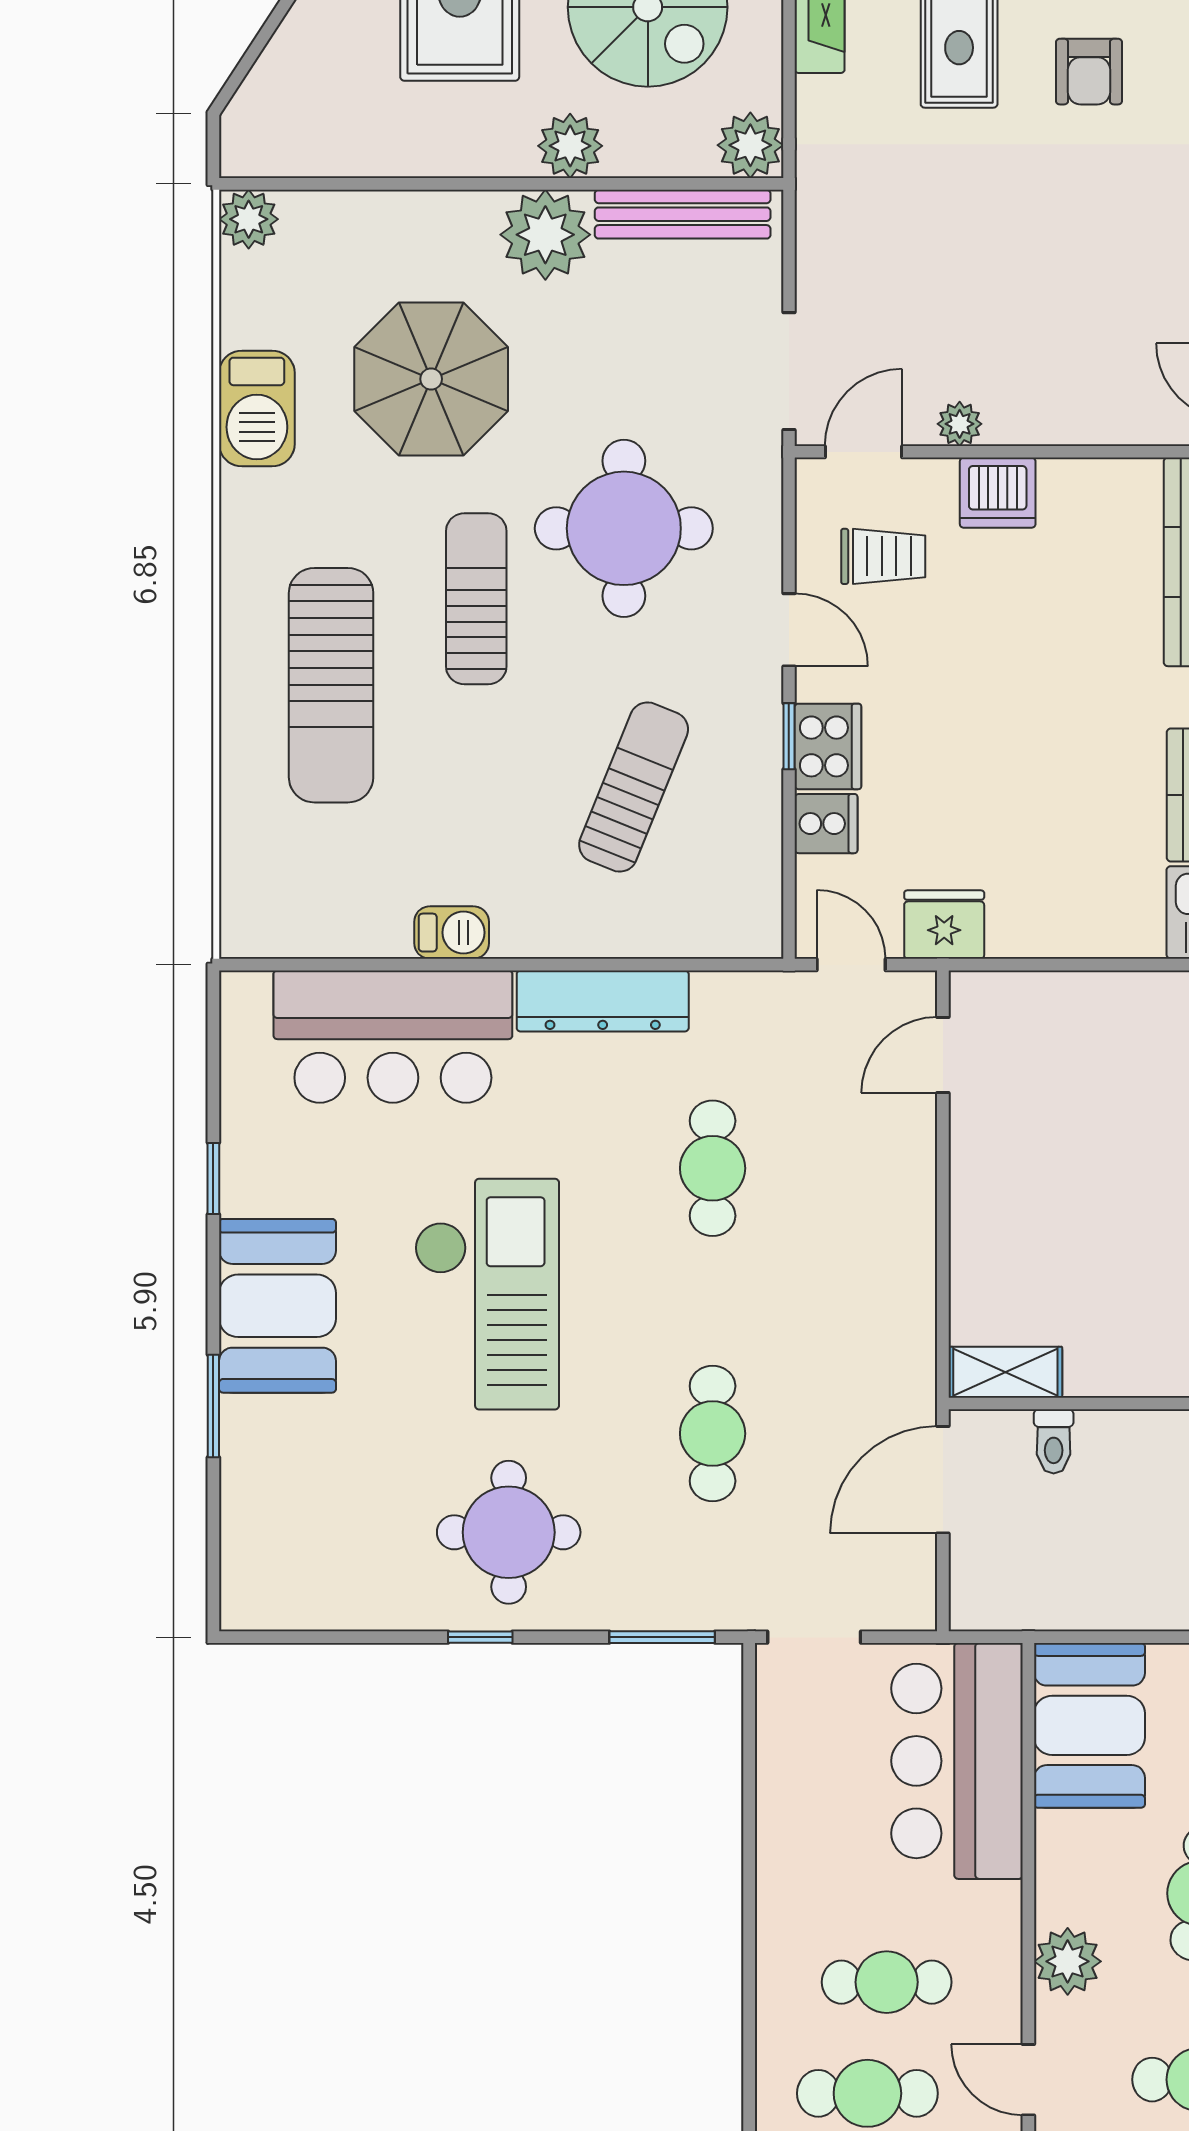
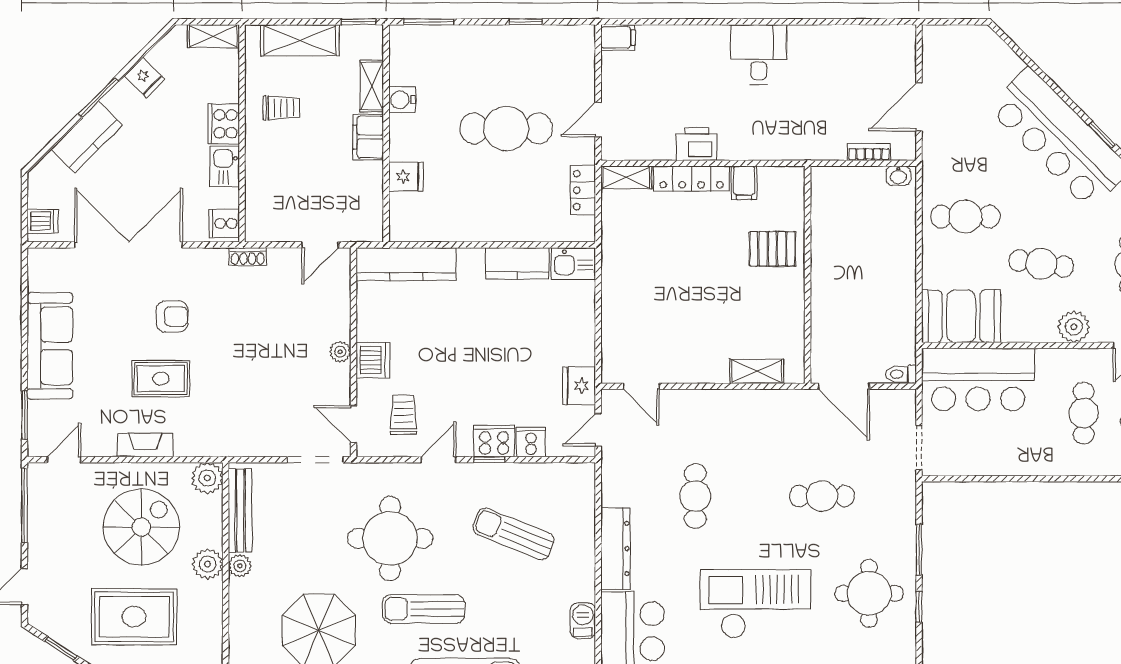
plant: (545, 235) -> (240, 566), width x0.53, depth x0.53
plant: (960, 424) -> (340, 352), moved
cafe table: (713, 1168) -> (695, 496), turned 90
shelving: (1005, 1372) -> (757, 371), moved, turned 90
toilet: (1054, 1441) -> (901, 374), moved, turned 180
window: (662, 1637) -> (919, 550), moved

